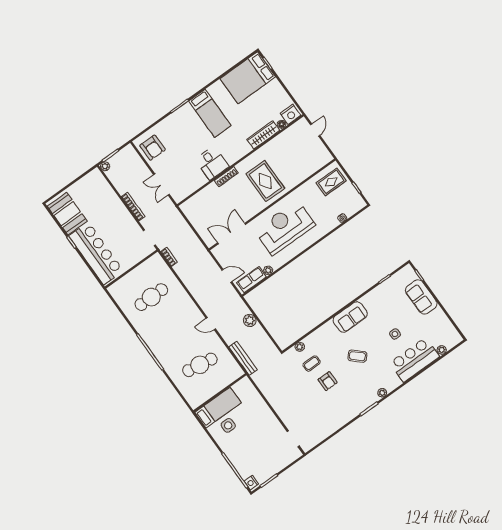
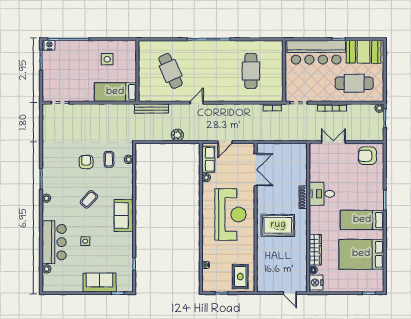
bed: (248, 78) -> (361, 254), moved, turned -90
cafe table: (99, 202) -> (354, 83), added
cafe table: (200, 365) -> (171, 71), turned -33
armchair: (328, 381) -> (86, 162), turned 90
bed: (218, 408) -> (115, 92), moved, turned 90

